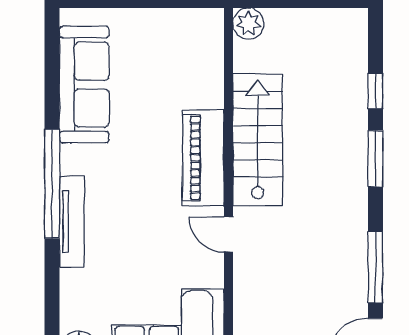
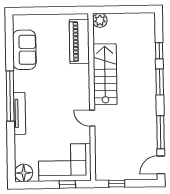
sofa: (84, 85) -> (24, 50), width x0.73
piano: (203, 158) -> (79, 42), moved

